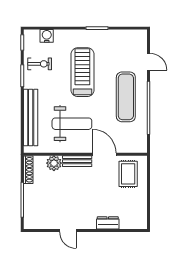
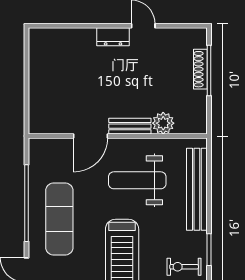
door: (104, 154) -> (91, 136), hinge flipped
shoe rack: (28, 170) -> (200, 69), moved
rug: (128, 174) -> (56, 108), removed
dresser: (108, 223) -> (113, 37), moved

